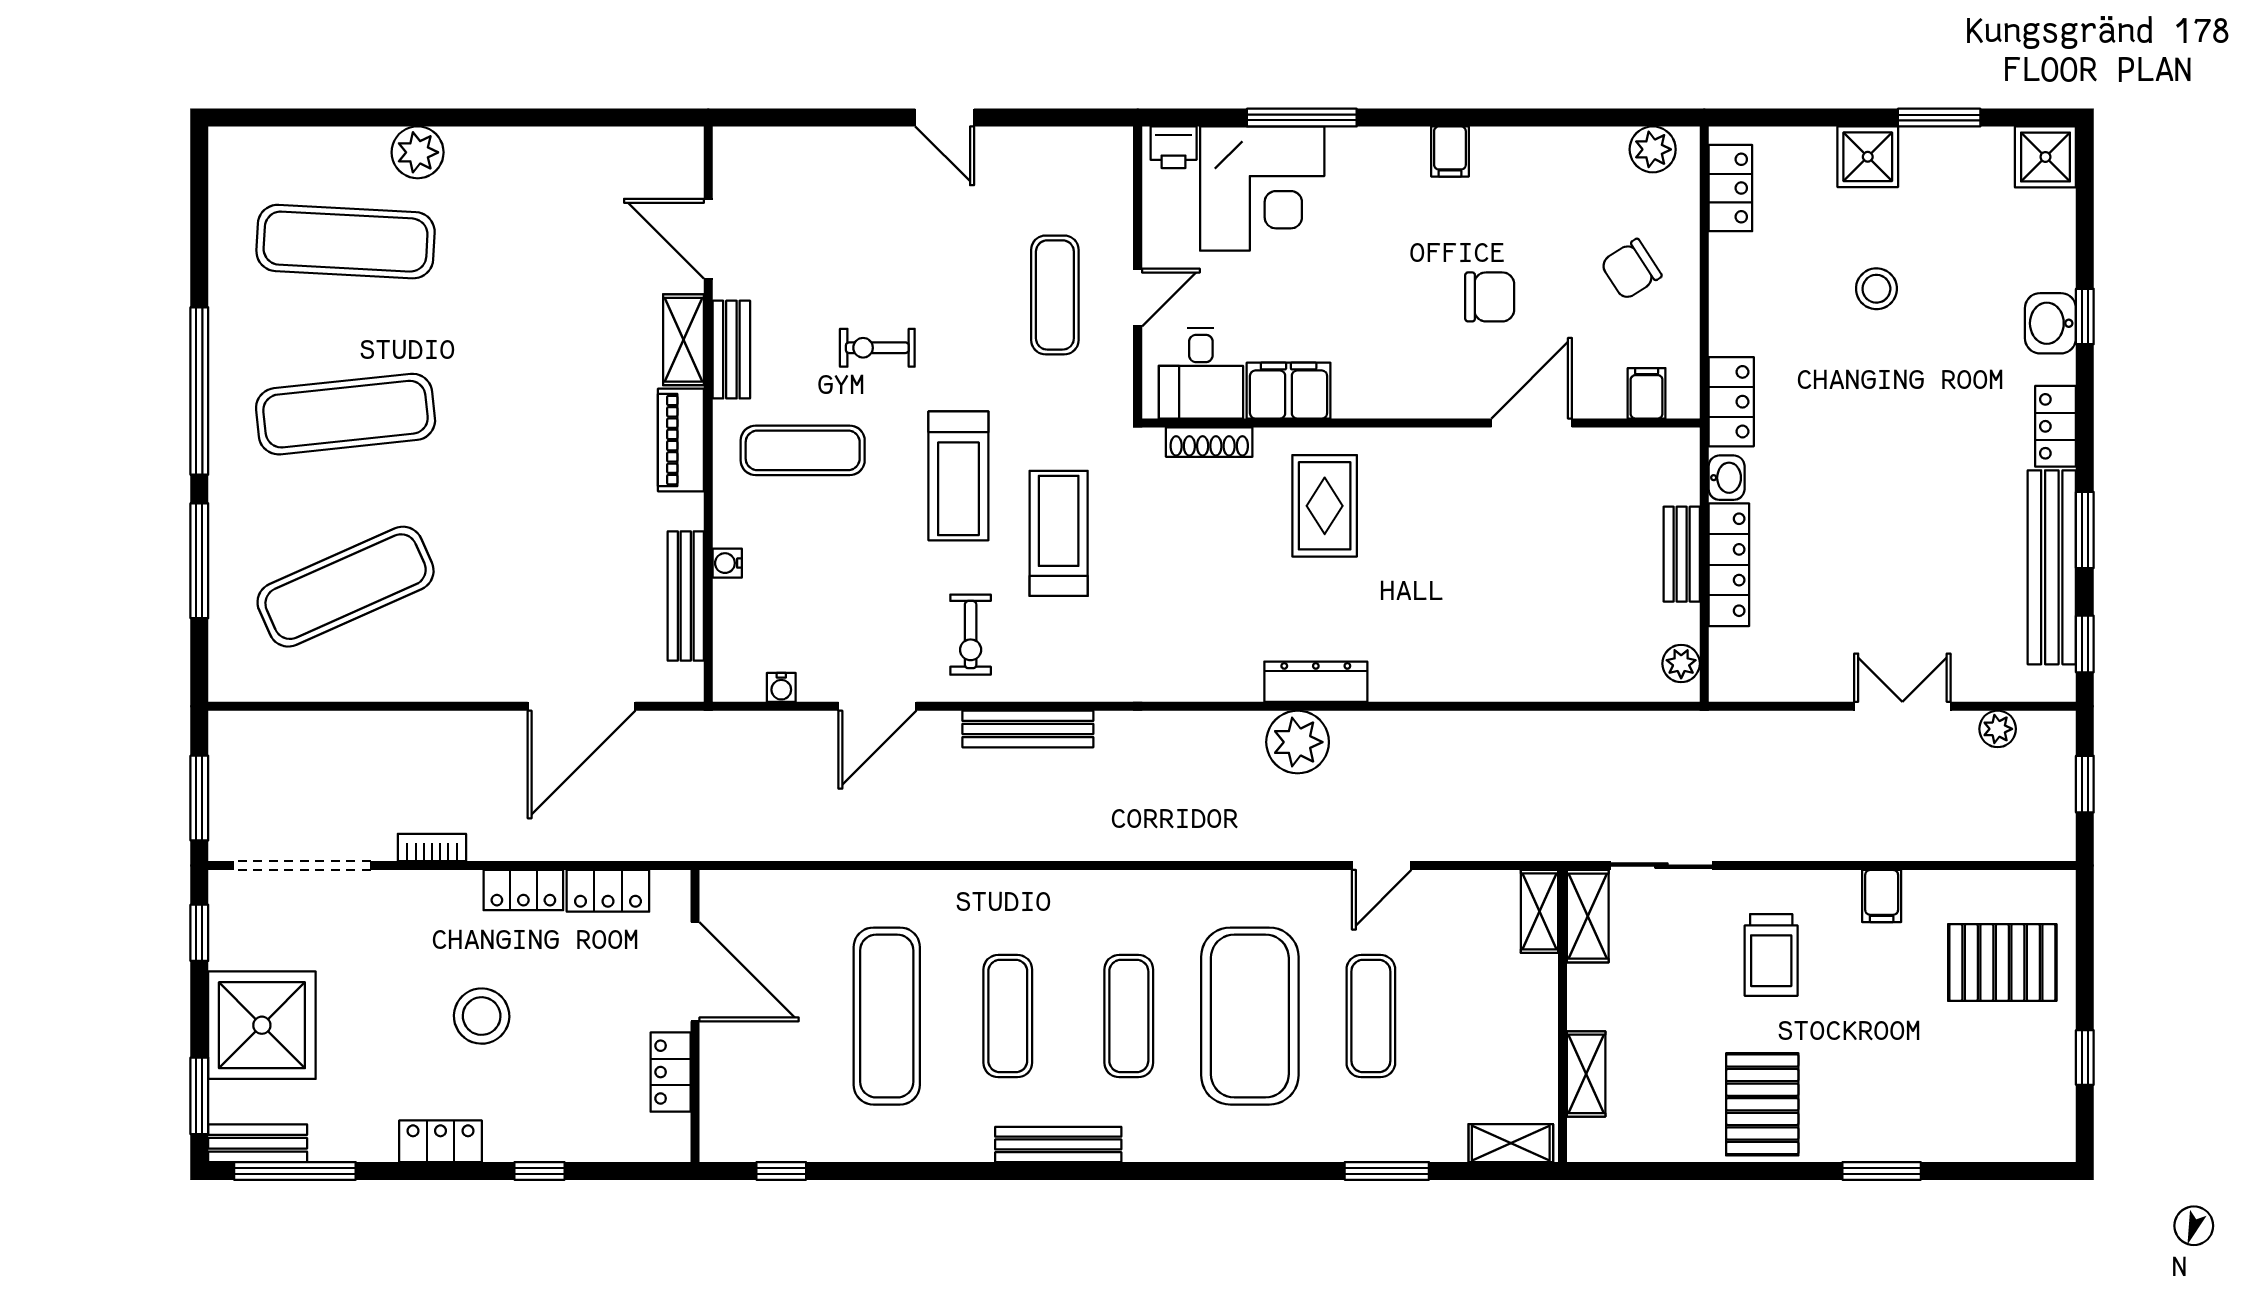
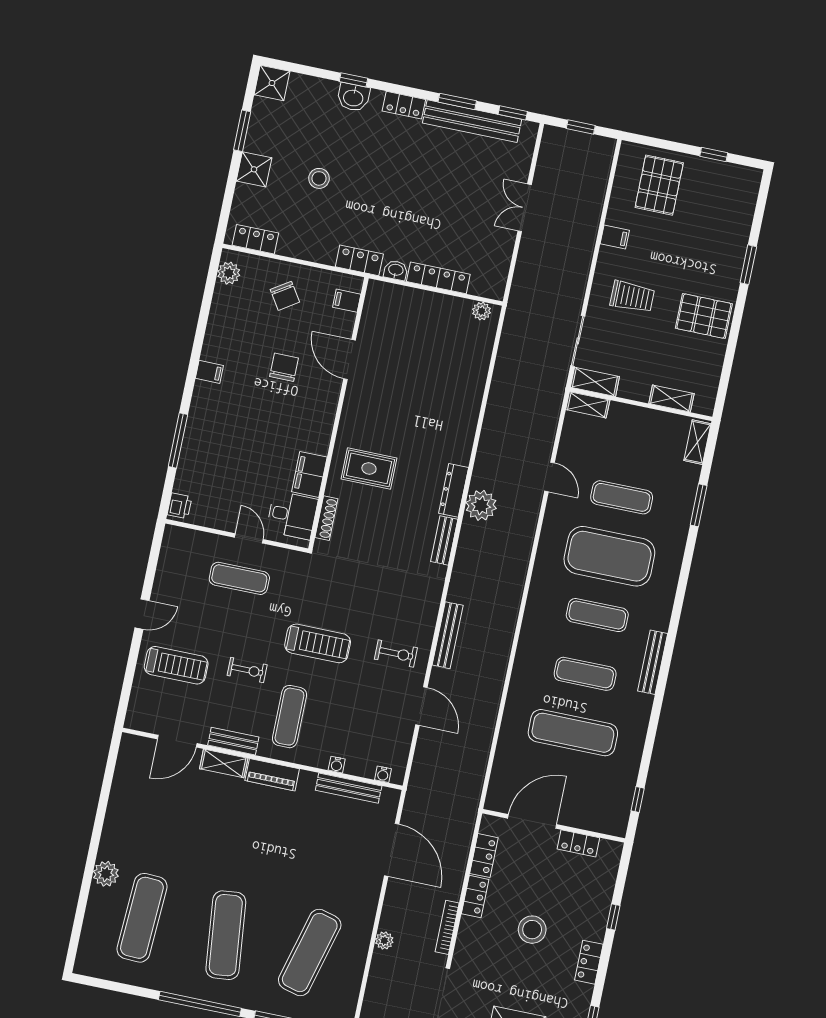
corner desk: (1262, 189) -> (208, 467), removed
exercise bike: (877, 348) -> (247, 670), turned -90
treadmill: (1059, 533) -> (176, 665), moved, turned 180
bench: (1682, 554) -> (444, 540), moved, turned 90
exercise mat: (346, 587) -> (310, 953), turned 39
water cooler: (781, 687) -> (383, 774), moved, turned 90
plant: (1998, 729) -> (384, 941), moved
bookcase: (432, 847) -> (447, 927), width x1.56

